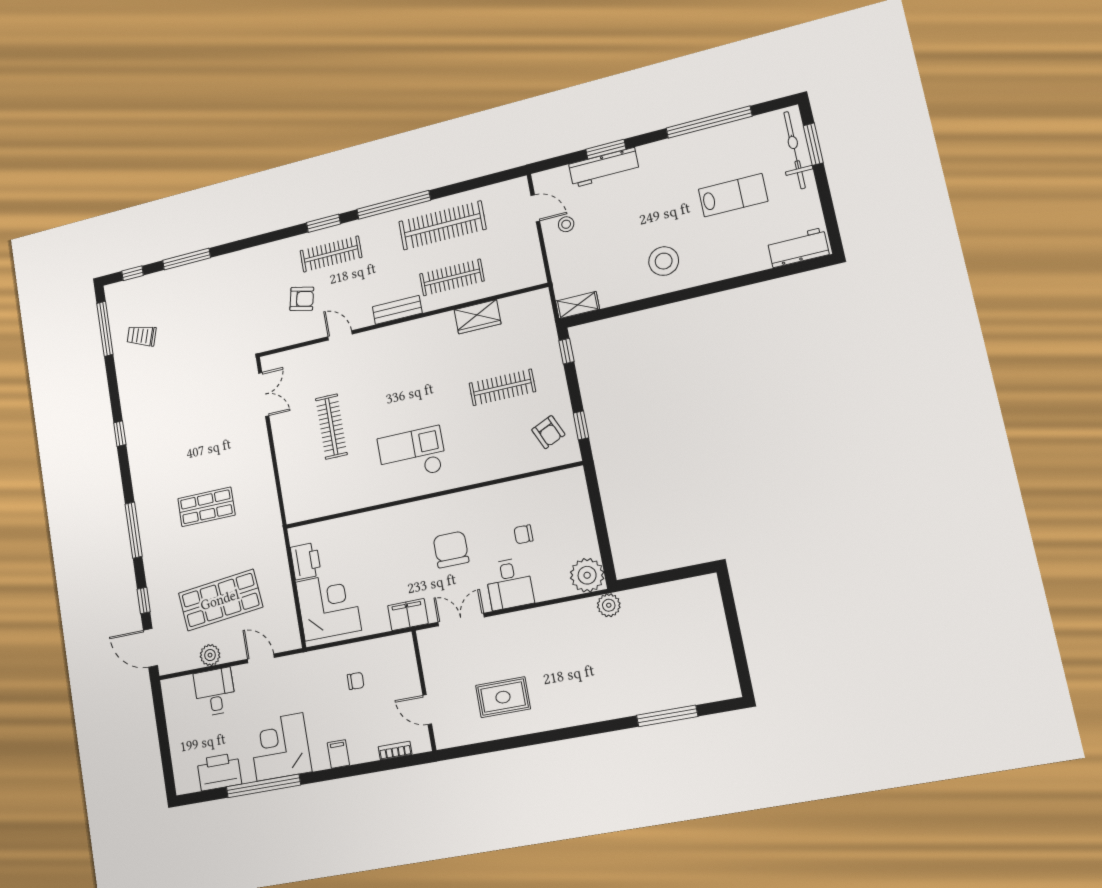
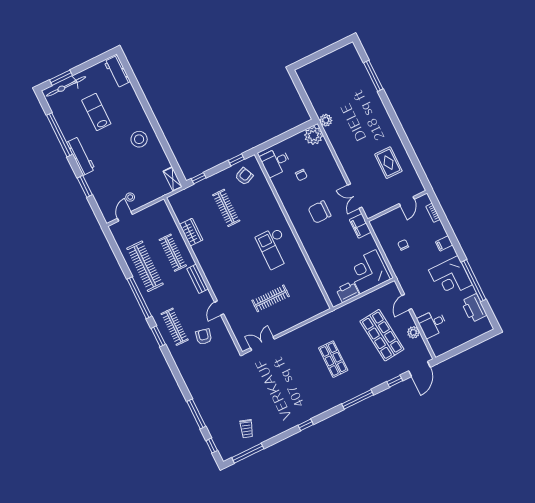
workbench: (604, 168) -> (81, 156), moved
desk: (509, 584) -> (276, 162), moved, turned 180

